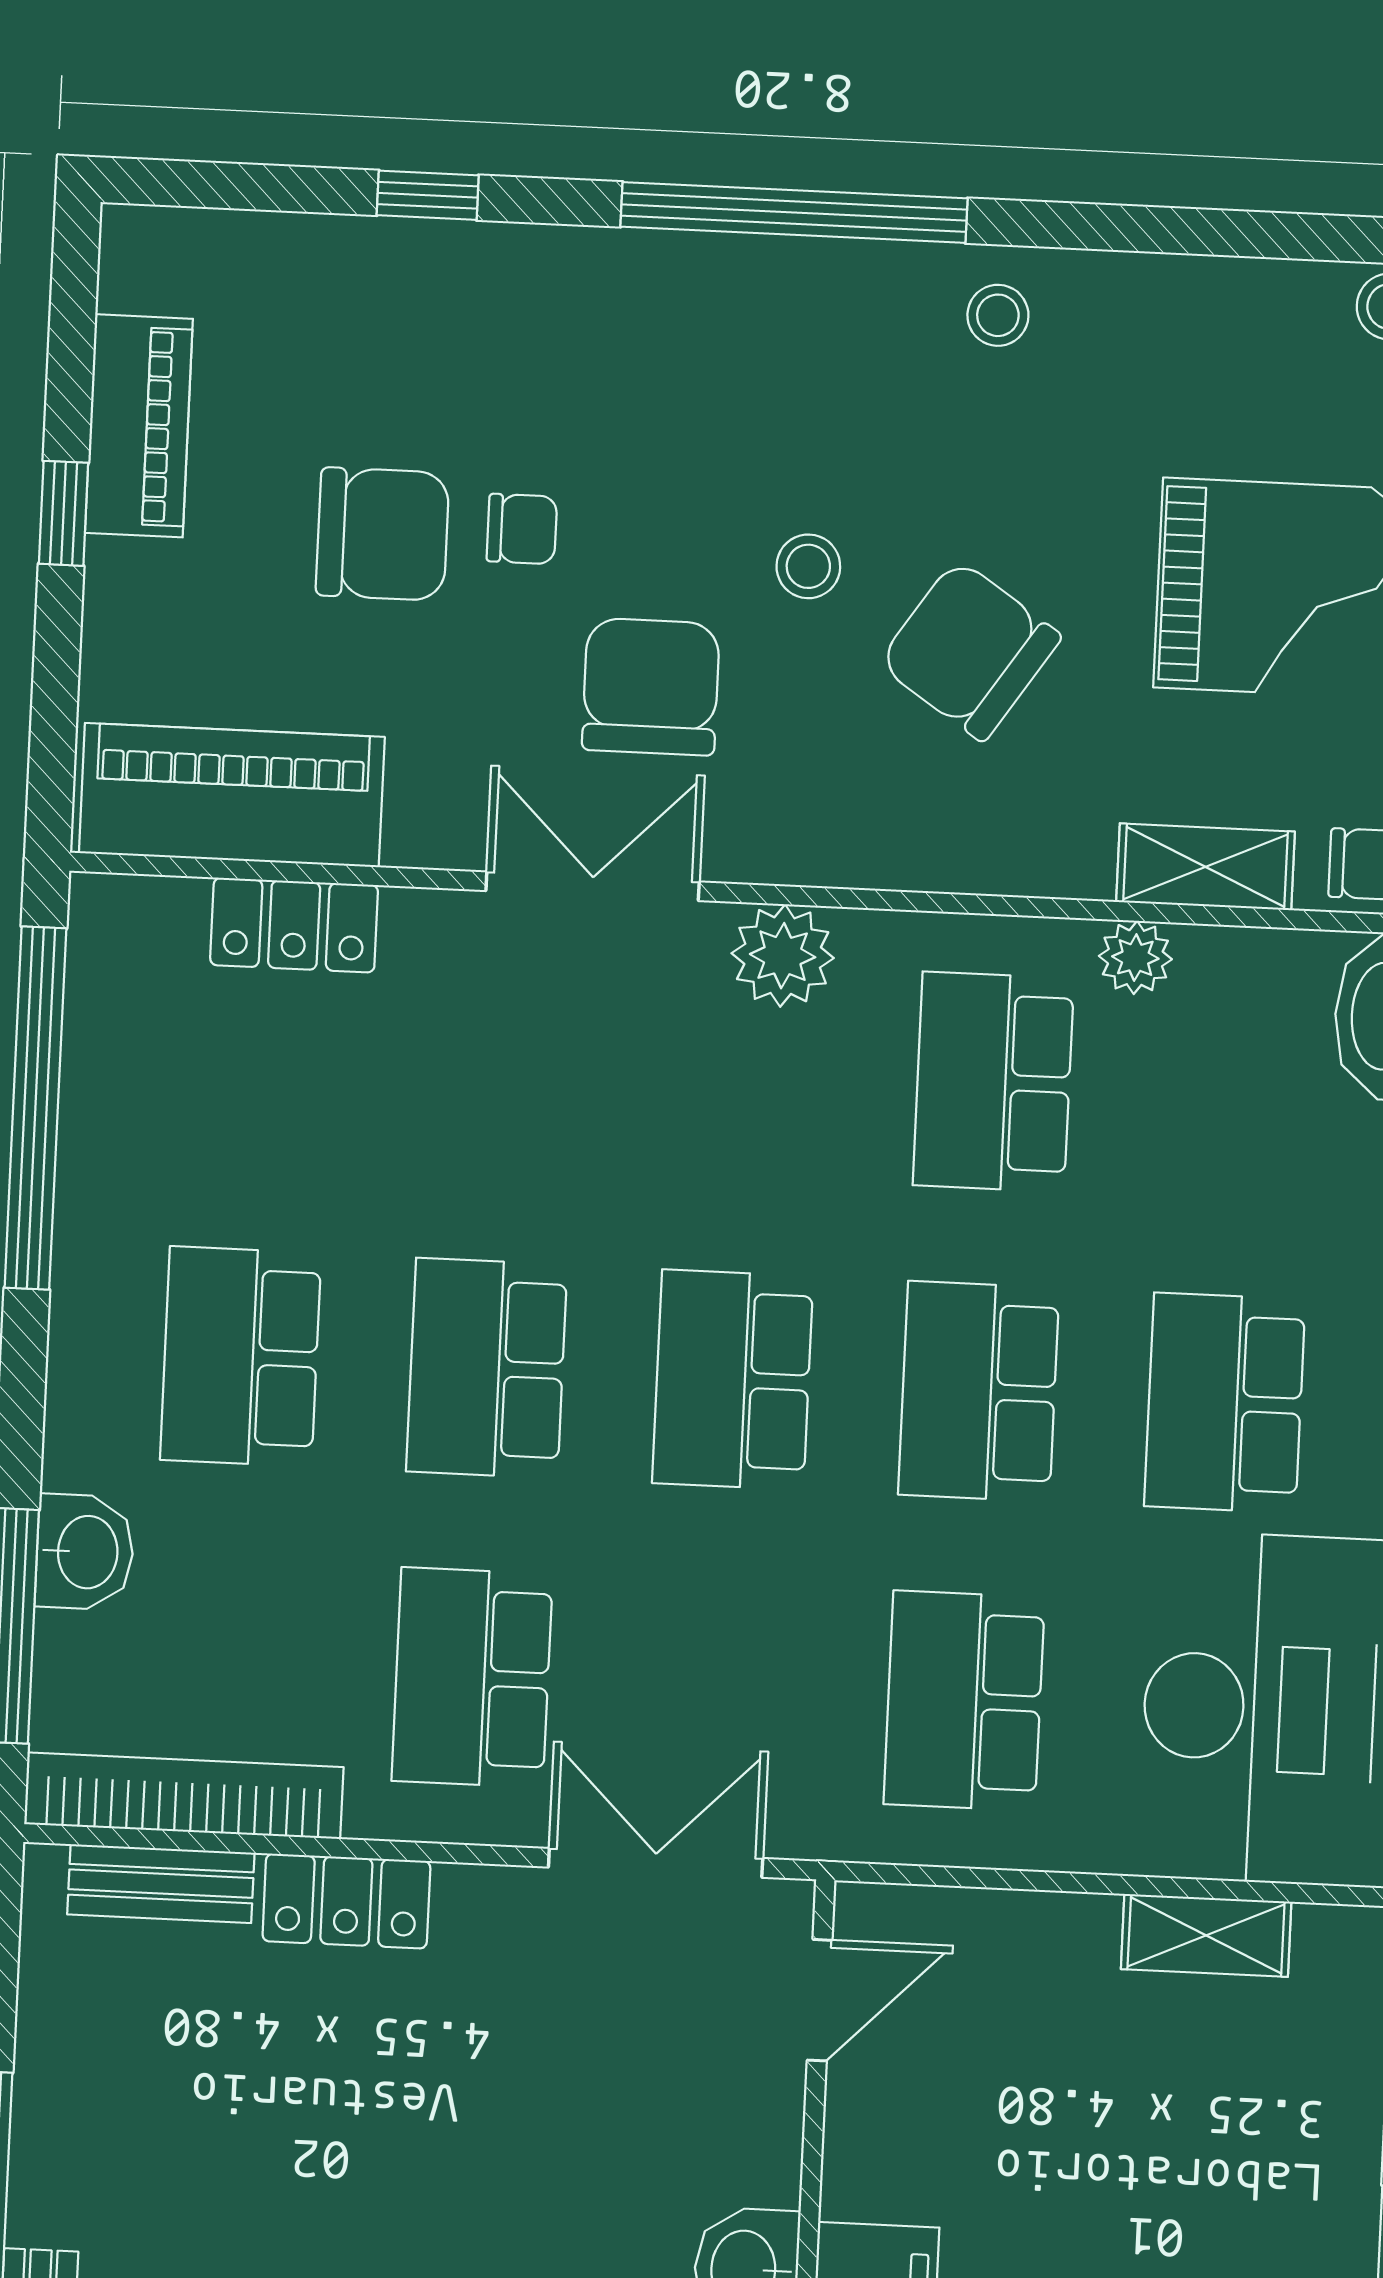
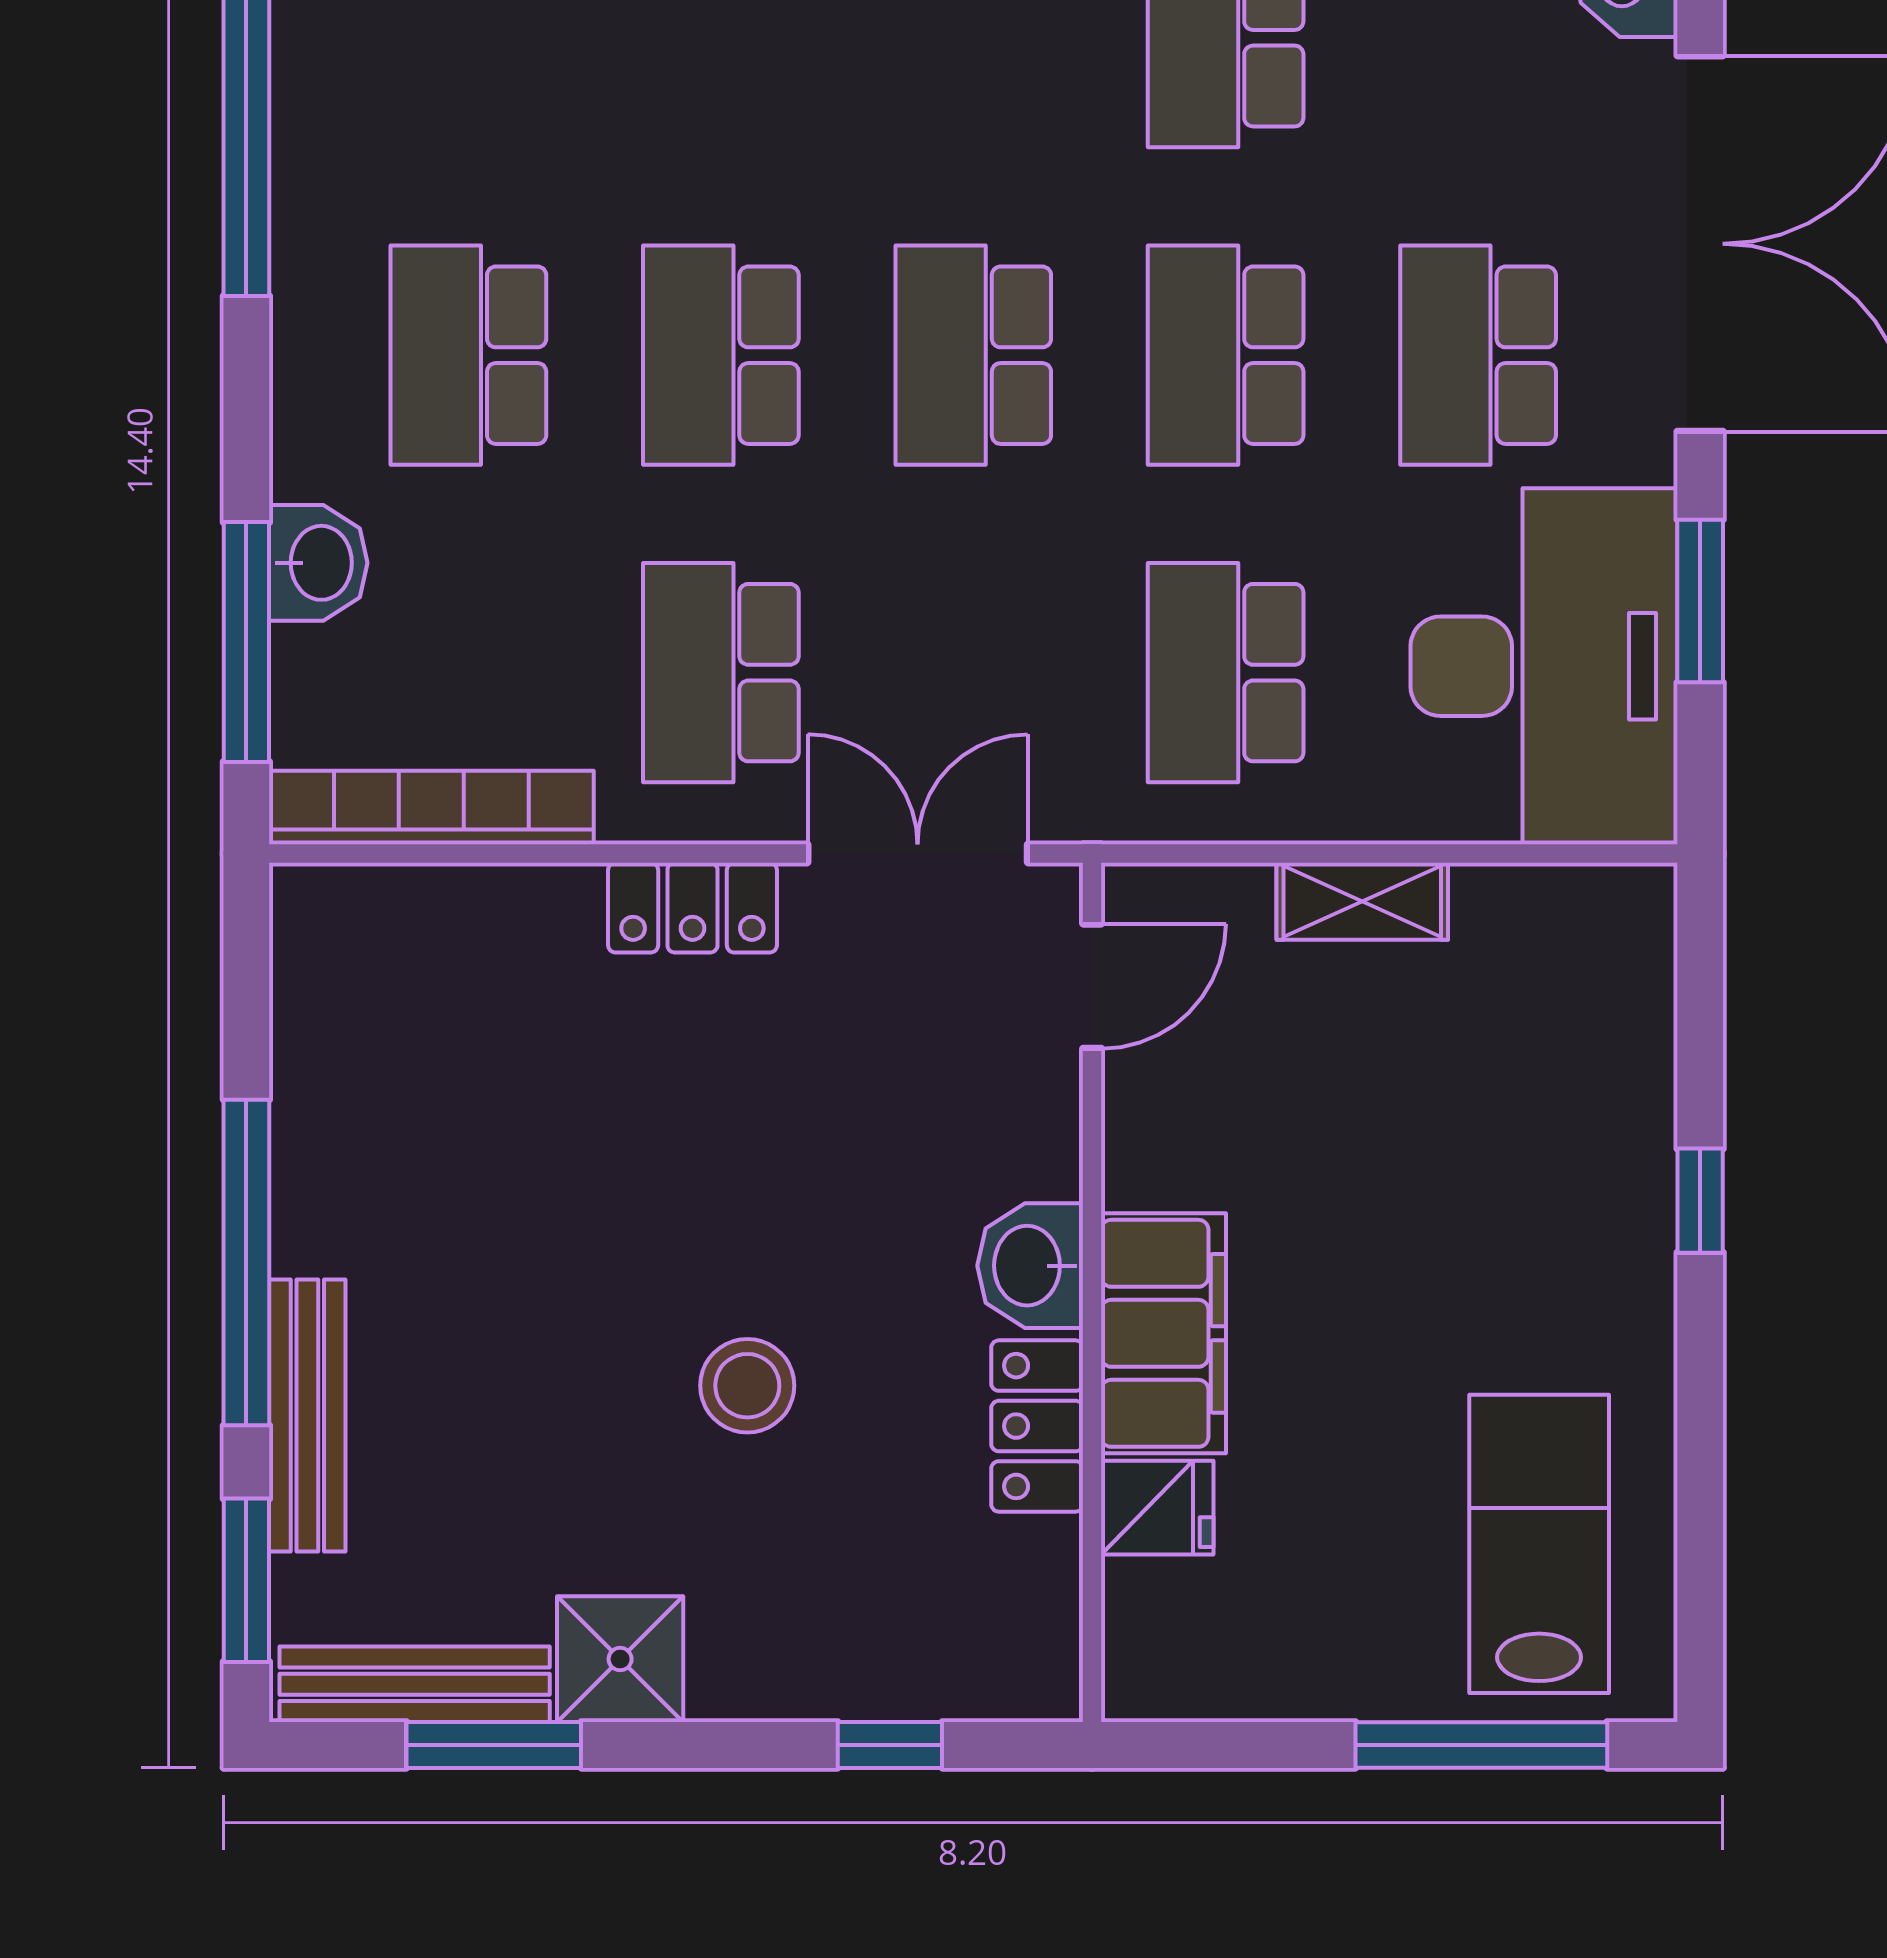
bench: (161, 1884) -> (412, 899), removed
locker: (346, 1901) -> (692, 908), moved
shelving: (1206, 1935) -> (1362, 901), moved

